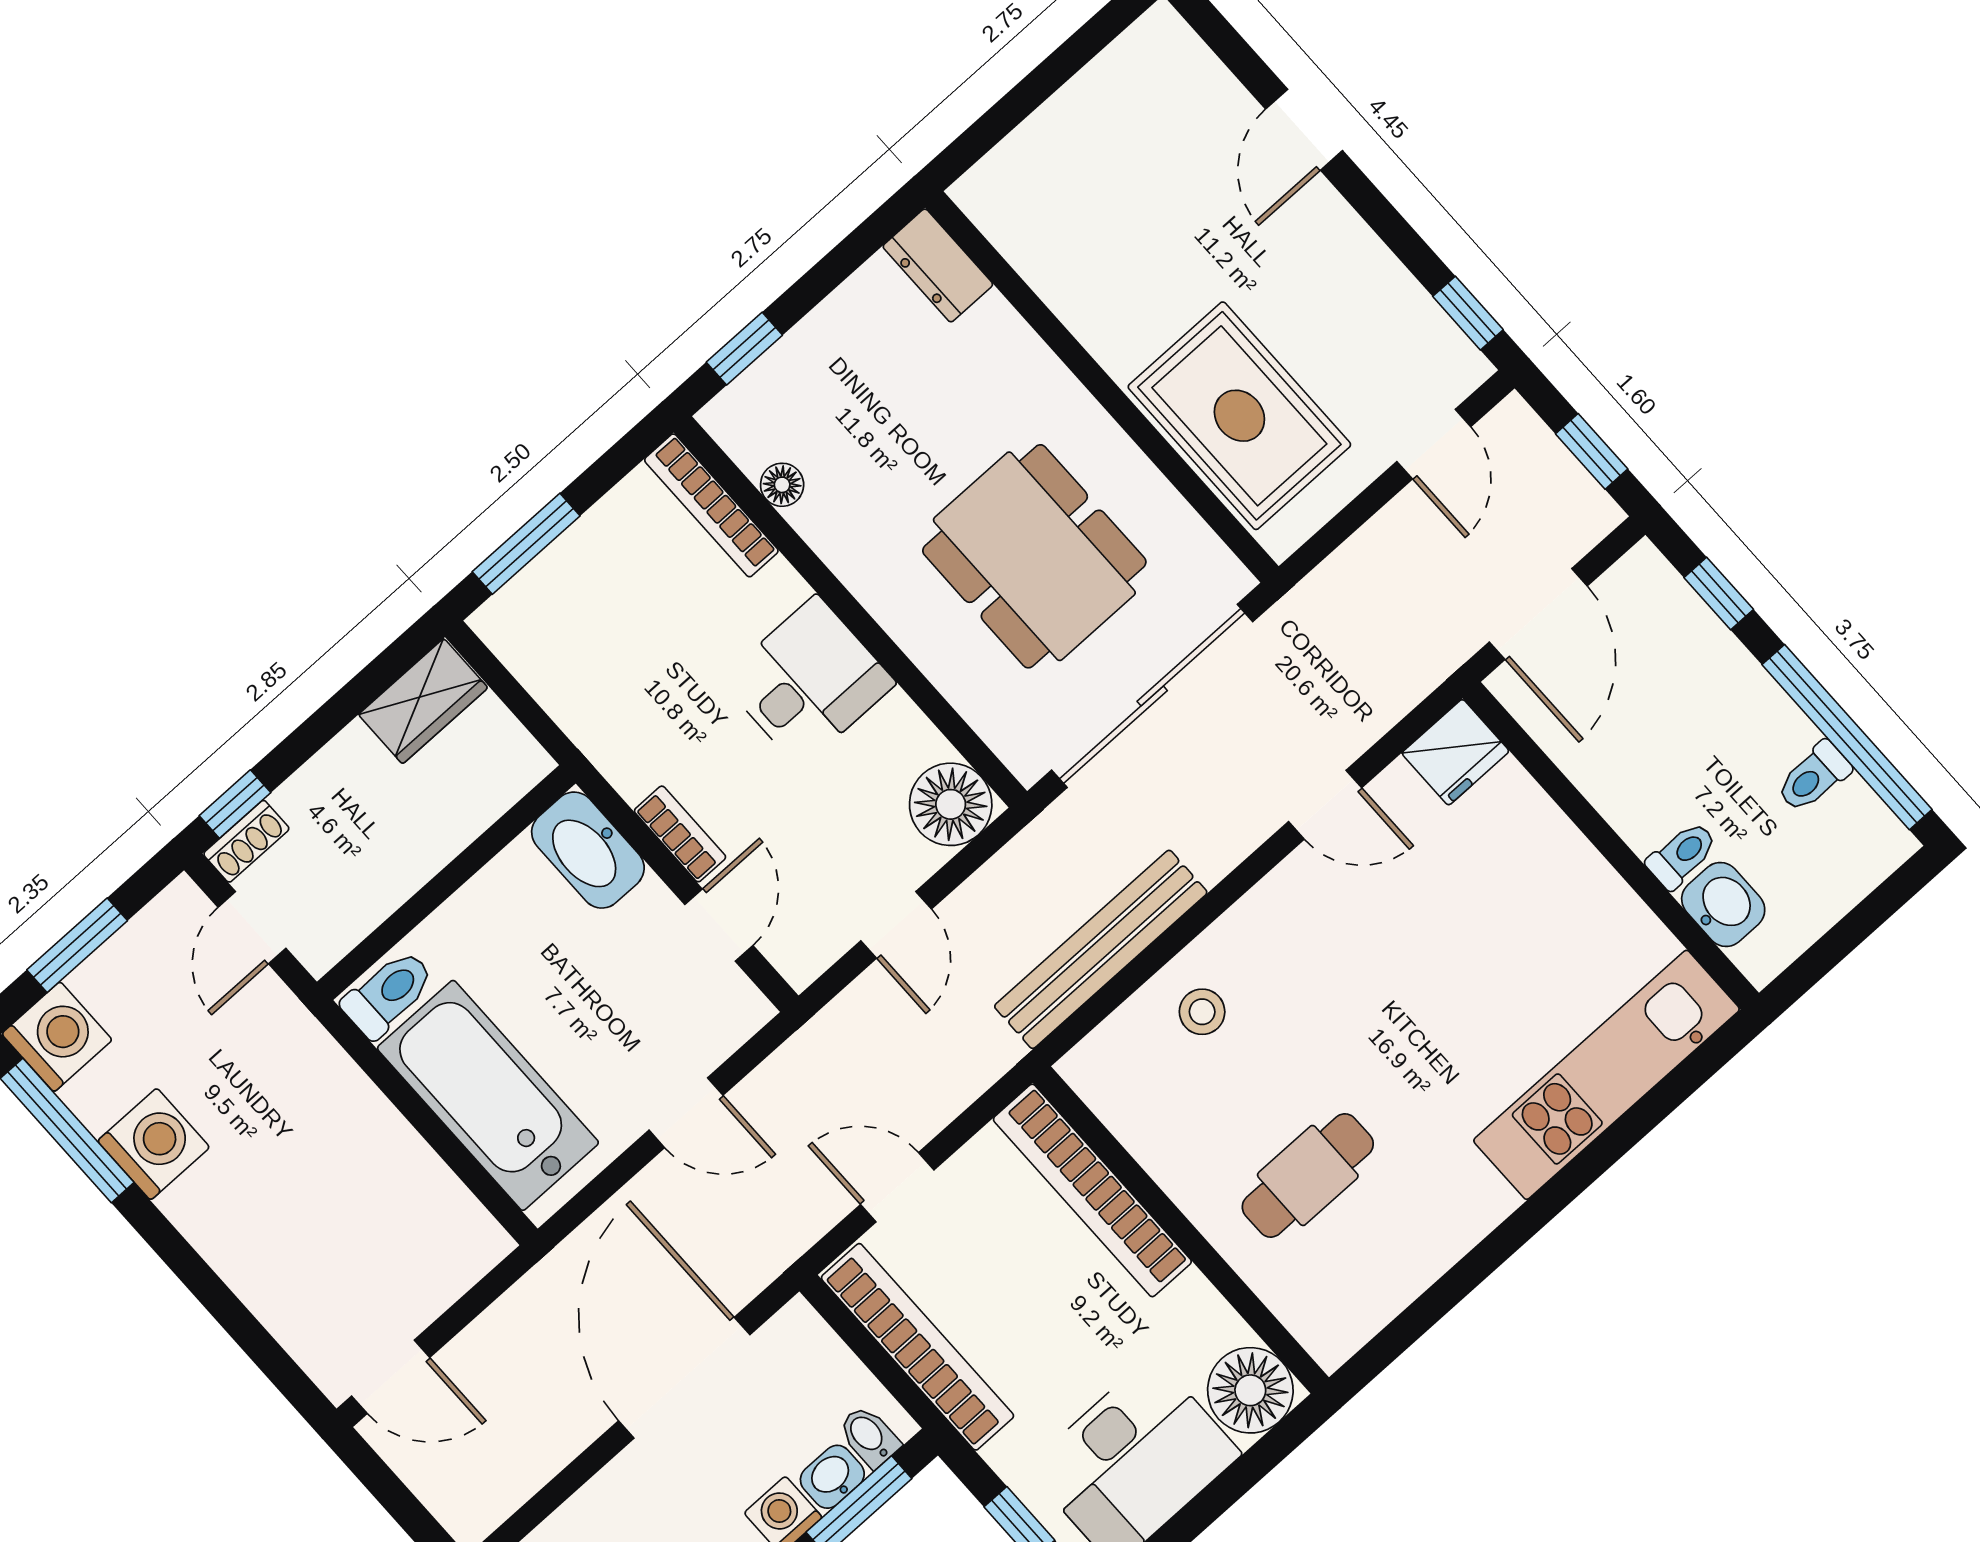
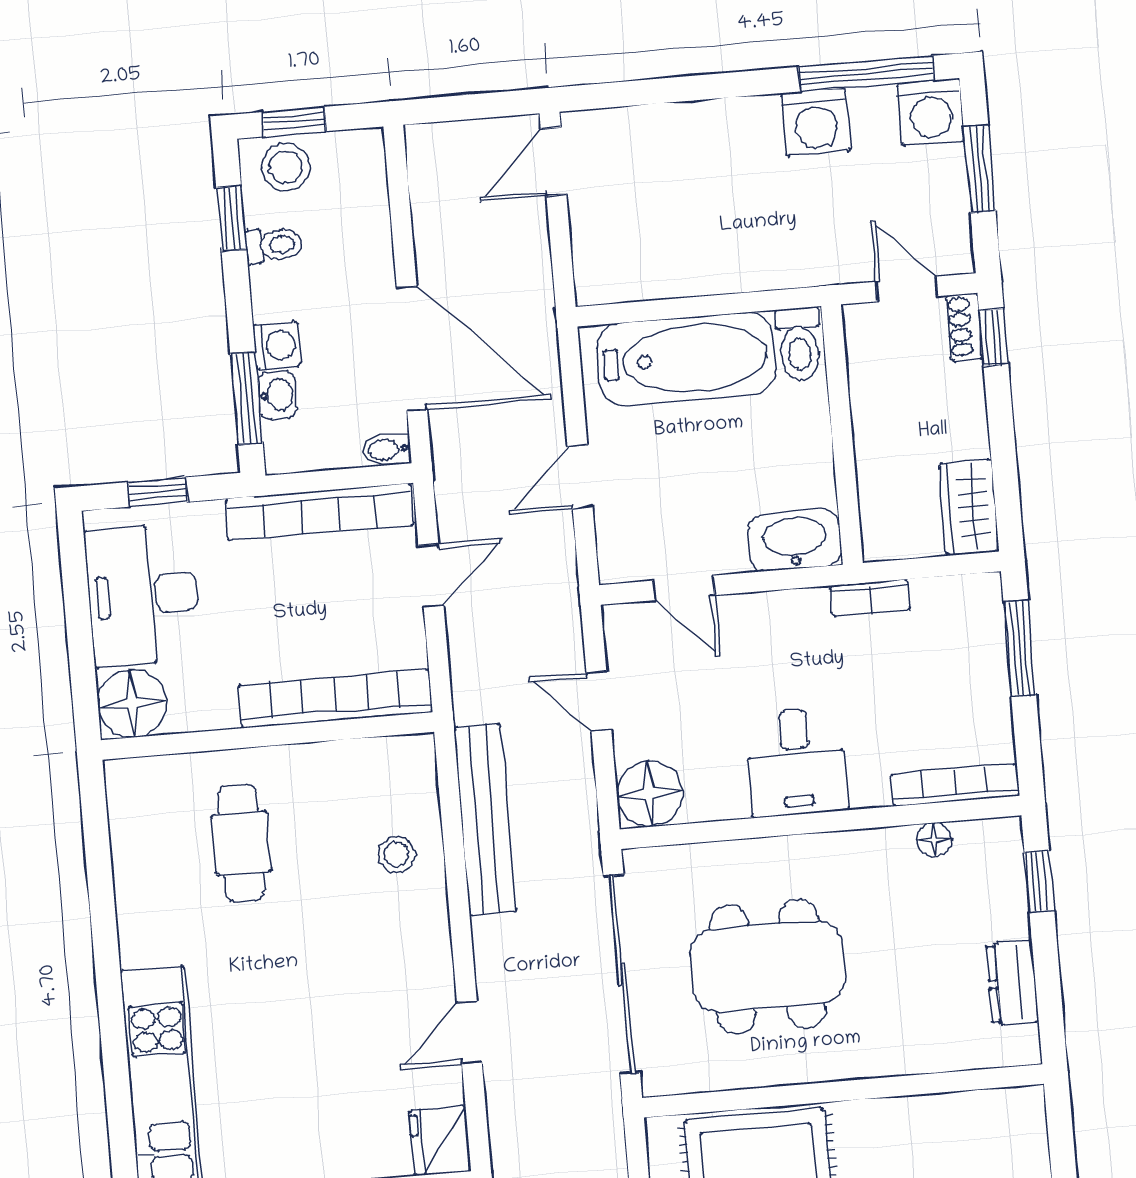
dresser: (938, 265) -> (1012, 983), moved, turned -90
bookcase: (680, 834) -> (870, 598), moved
bidet: (869, 1436) -> (387, 449), moved, turned 180

